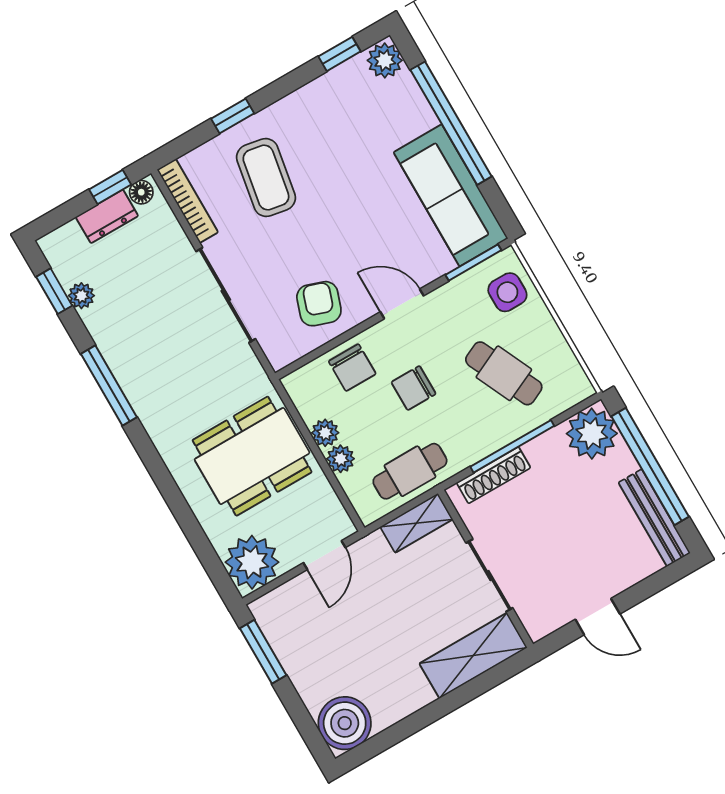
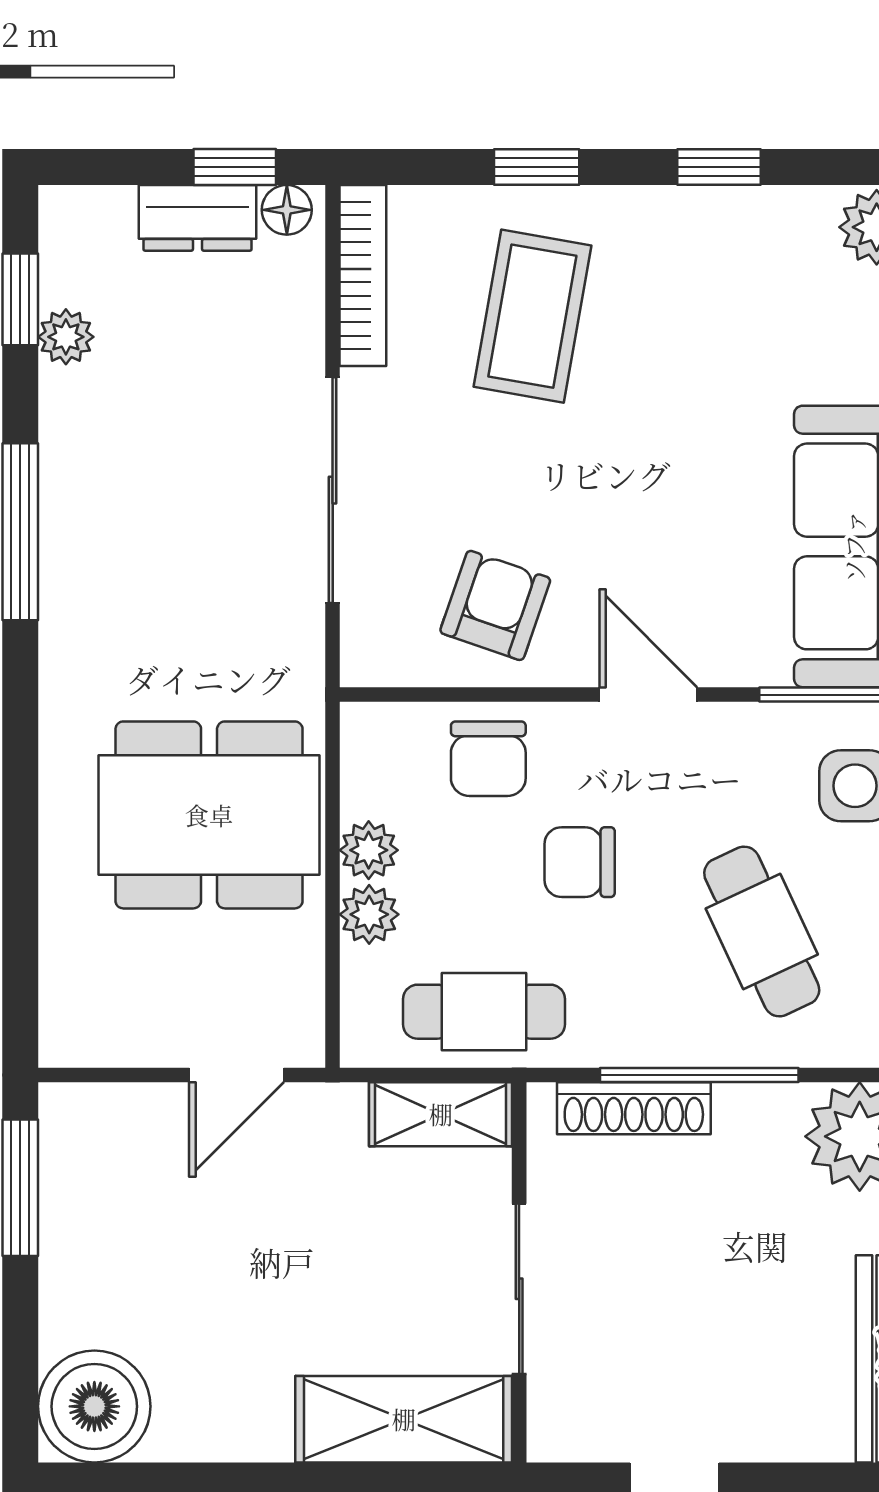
window: (340, 54) -> (719, 167), moved
plant: (252, 562) -> (95, 1011), removed

